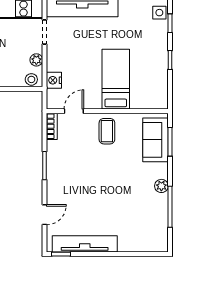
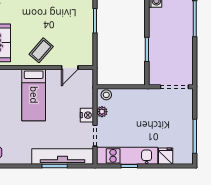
nightstand: (54, 80) -> (87, 115), moved
bookcase: (52, 126) -> (89, 54), removed
coffee table: (107, 131) -> (41, 50), turned 41

